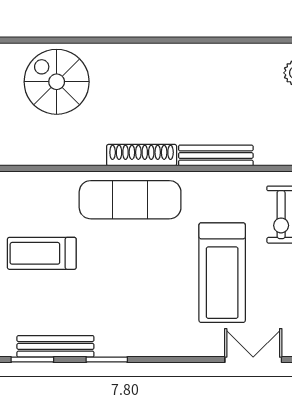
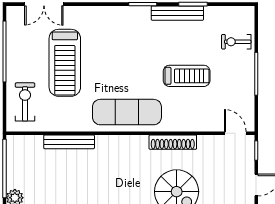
shoe rack: (142, 155) -> (173, 142), moved
treadmill: (222, 273) -> (65, 63), turned 180

